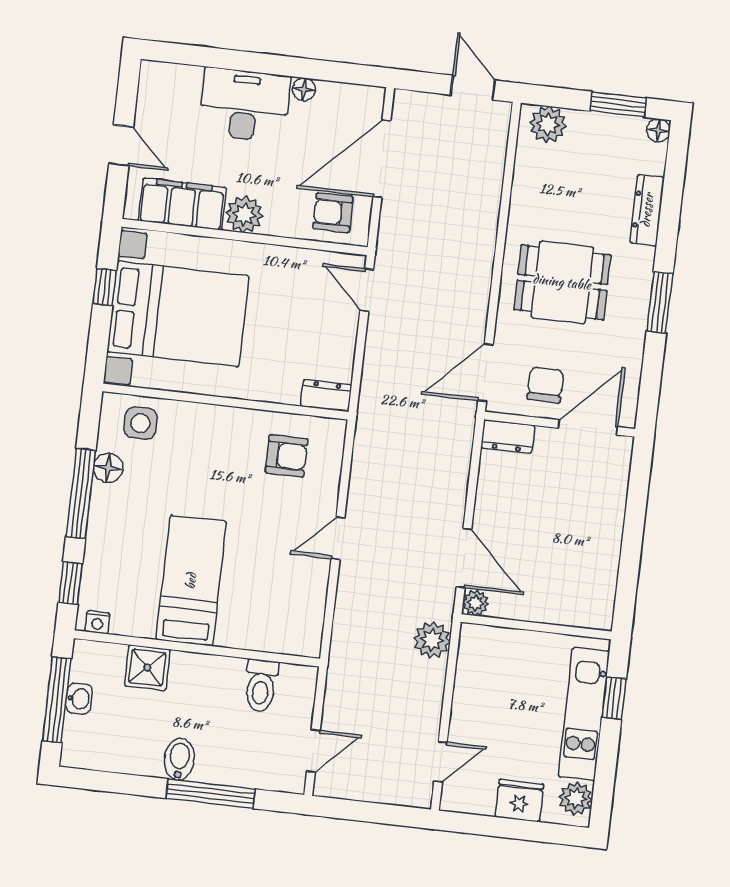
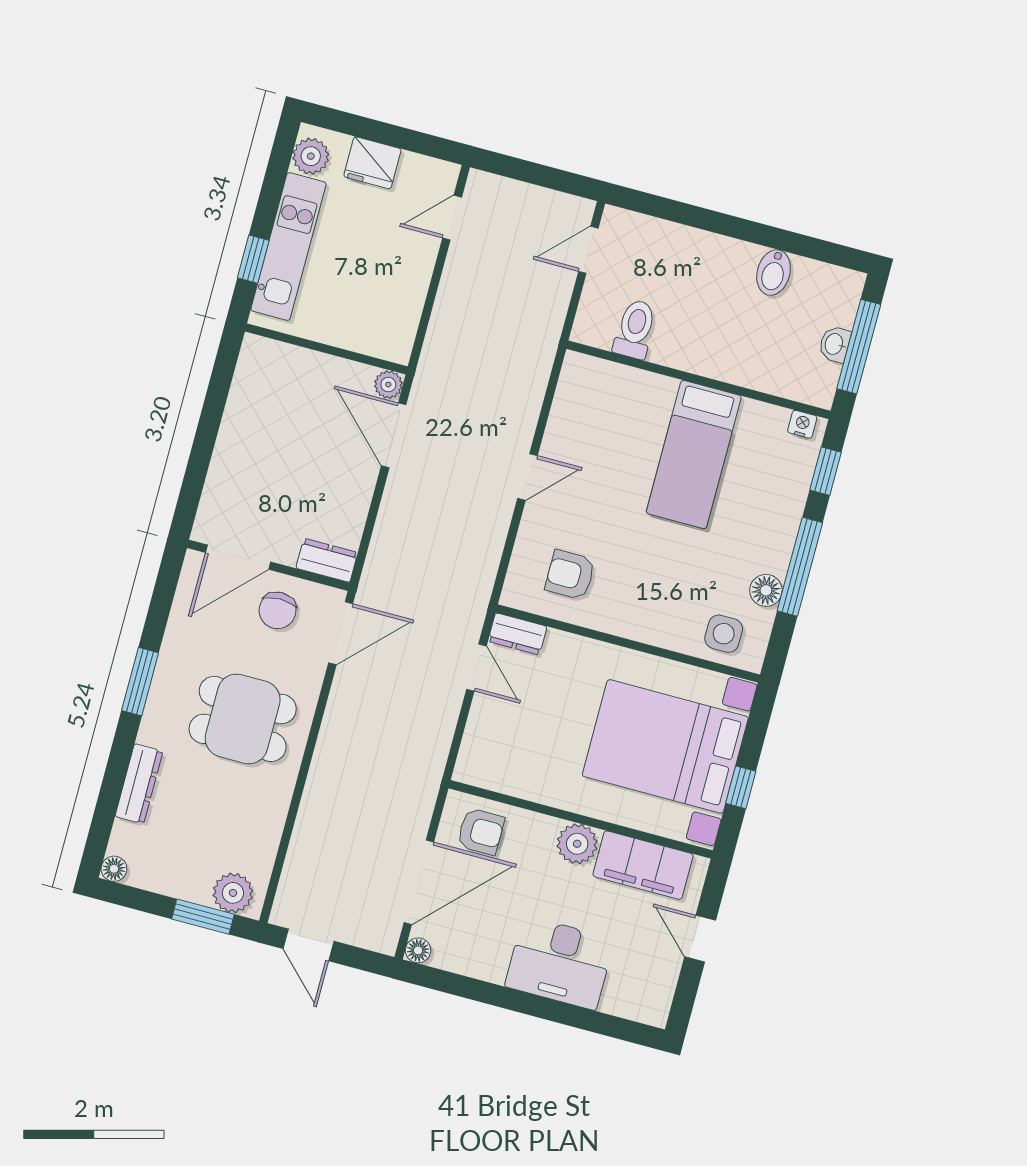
floor lamp: (304, 89) -> (418, 950), moved
window: (618, 104) -> (203, 917), moved
door: (367, 290) -> (476, 668), moved
plant: (432, 640) -> (442, 351), removed
shower: (147, 668) -> (755, 367), removed
bidet: (179, 759) -> (774, 273), moved
window: (211, 794) -> (707, 220), removed

